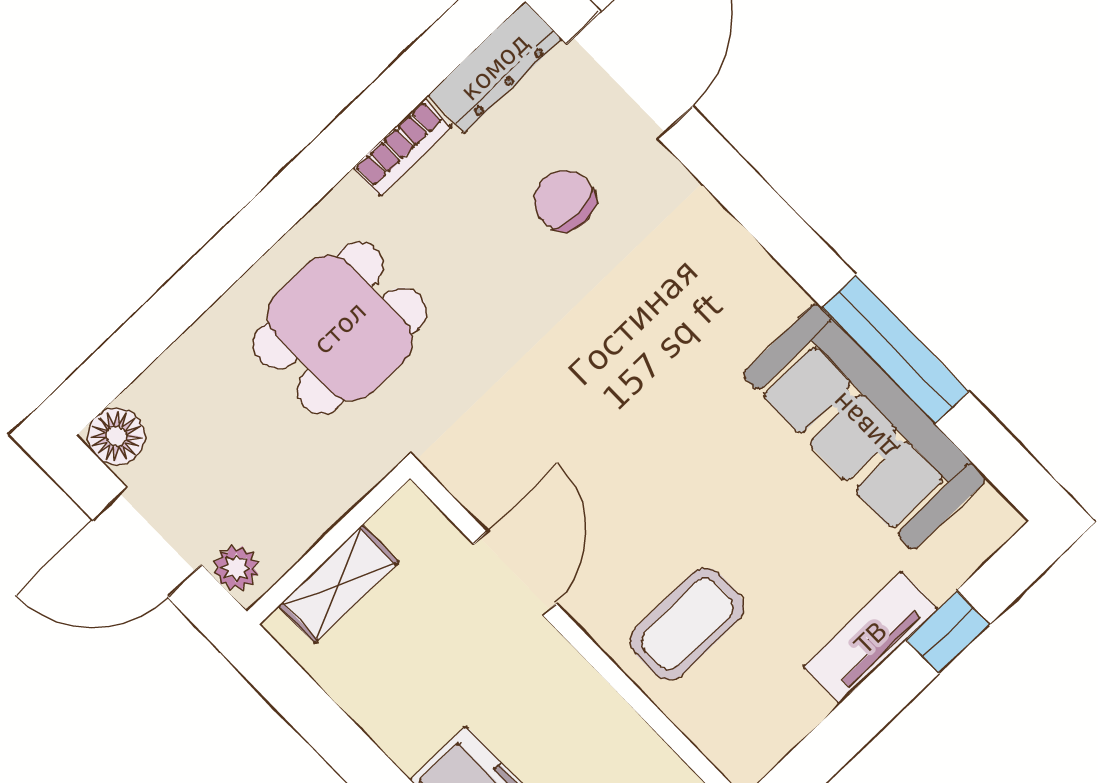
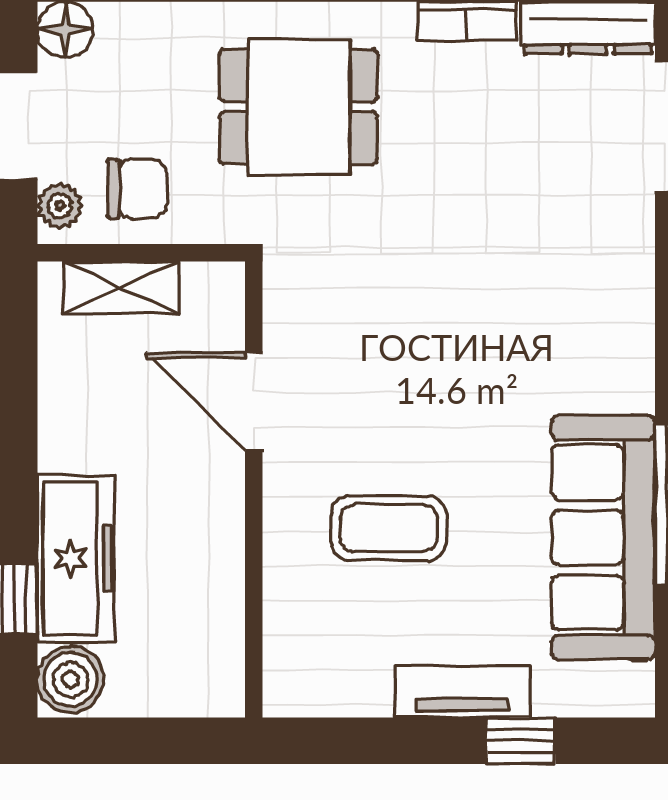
chair: (564, 201) -> (137, 189), moved, turned 90
door: (515, 574) -> (254, 402), swing flipped
coffee table: (687, 624) -> (389, 528), moved

